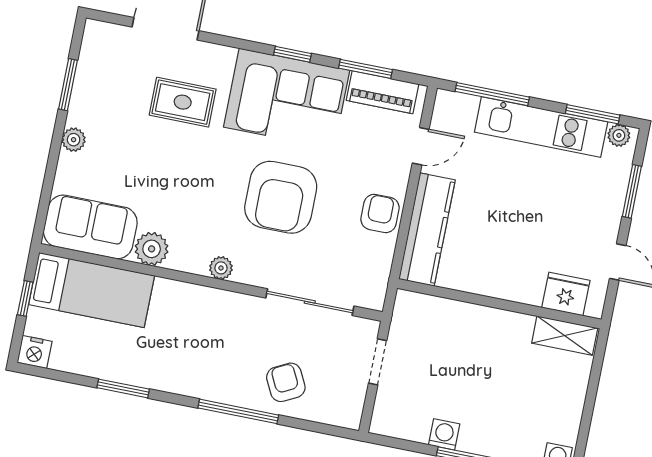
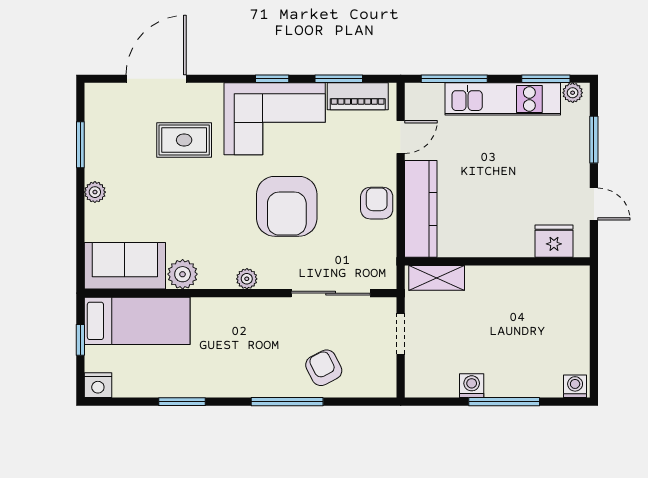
shelving: (565, 336) -> (437, 278), moved

